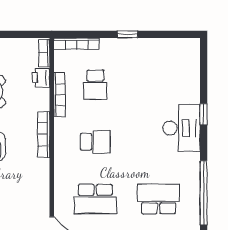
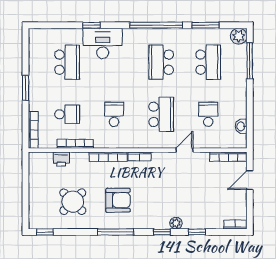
window: (127, 34) -> (26, 88), width x1.50
bookcase: (44, 53) -> (139, 156), moved
school desk: (159, 85) -> (67, 62), added

